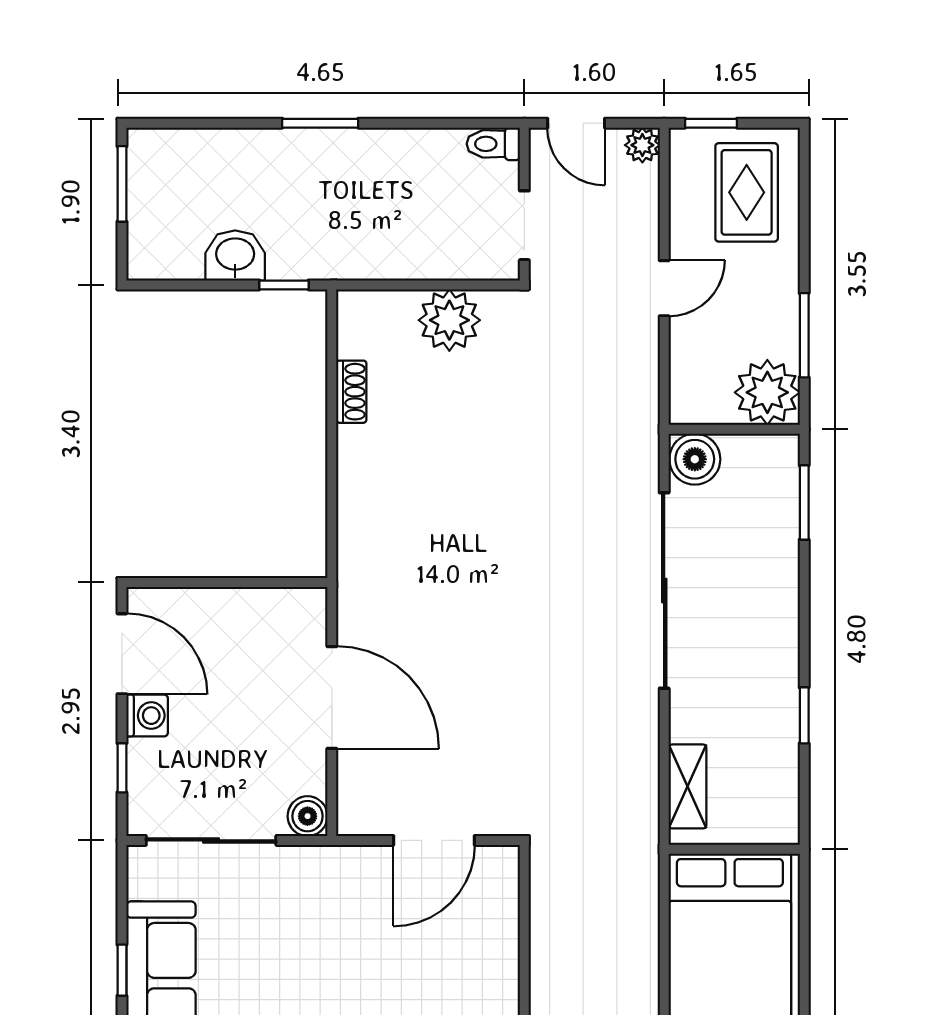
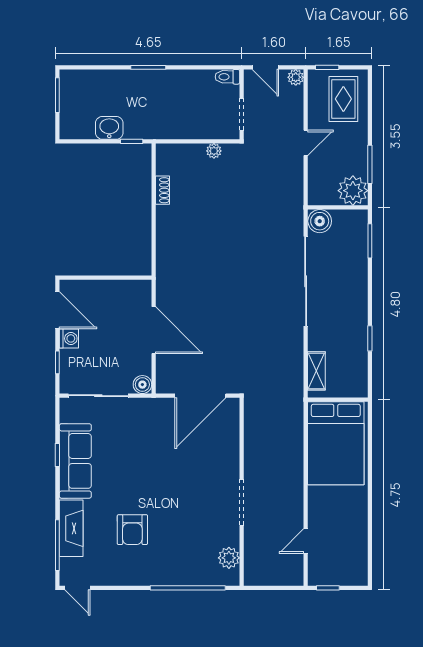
plant: (449, 320) -> (214, 151), width x0.53, depth x0.53
door: (434, 840) -> (200, 396), width x1.36

